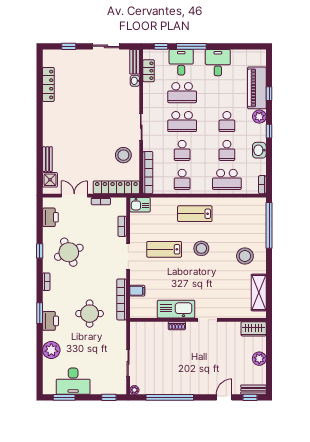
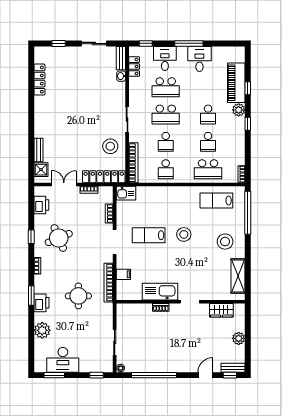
window: (191, 46) -> (189, 43), moved
washbasin: (259, 150) -> (239, 142), removed
lab bench: (195, 214) -> (216, 201), moved
wardrobe: (254, 329) -> (221, 310), moved

